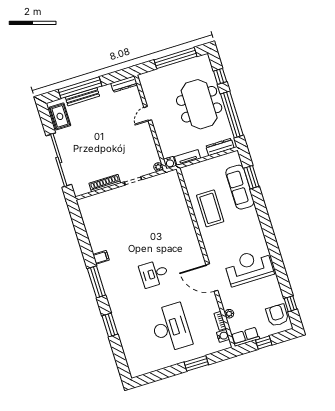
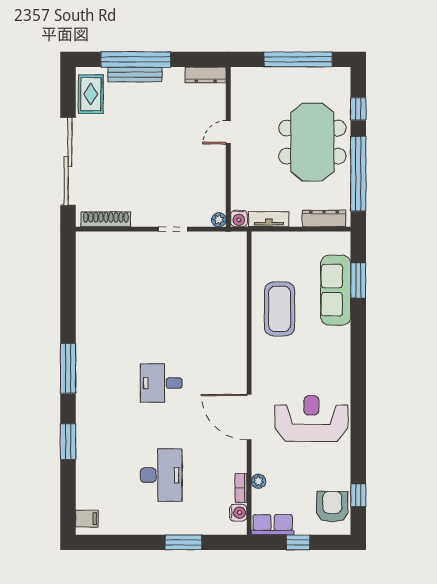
shoe rack: (105, 183) -> (106, 219), moved
filing cabinet: (101, 257) -> (87, 519), moved
desk: (171, 328) -> (161, 475), width x0.73, depth x0.77

